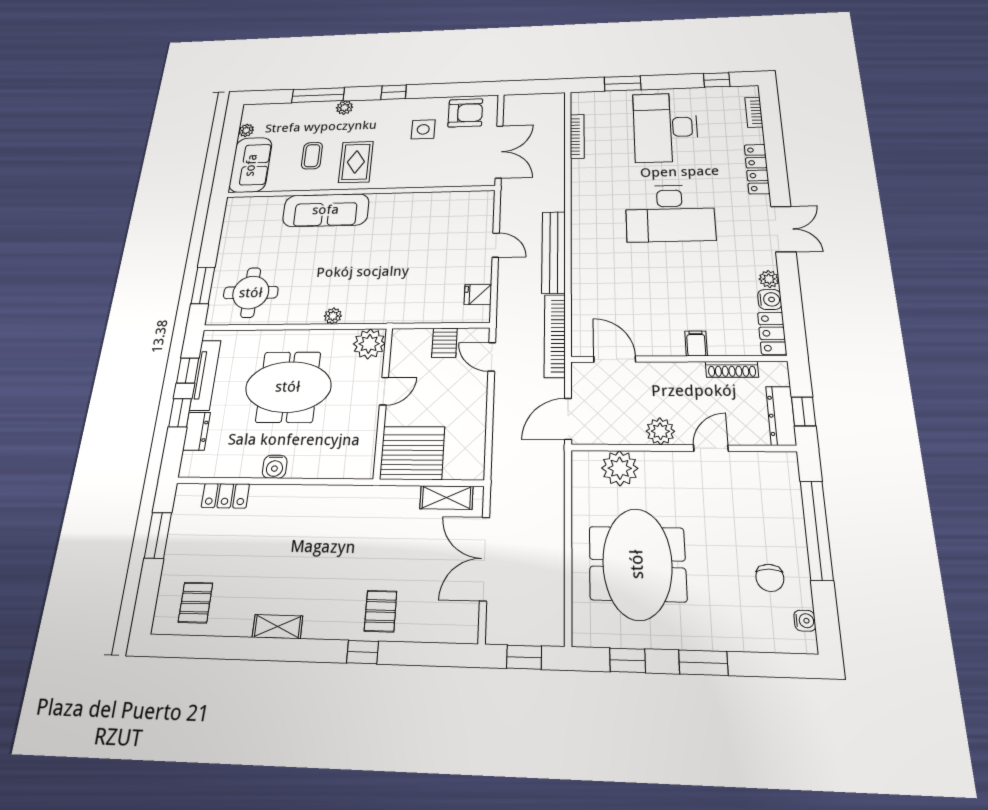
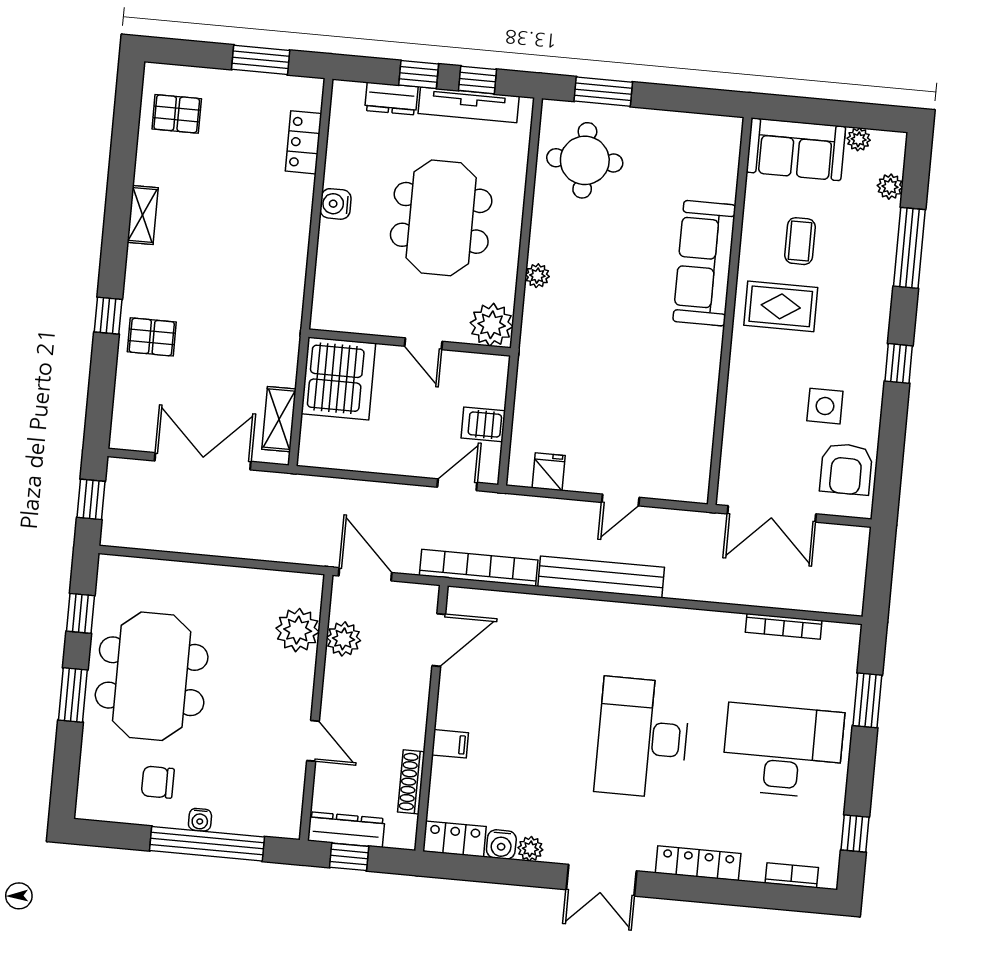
plant: (345, 108) -> (890, 187), moved
coffee table: (312, 156) -> (800, 241), turned 90
plant: (660, 431) -> (344, 639), moved
meeting table: (637, 564) -> (152, 676), moved, turned 90
water cooler: (805, 621) -> (200, 820), moved

